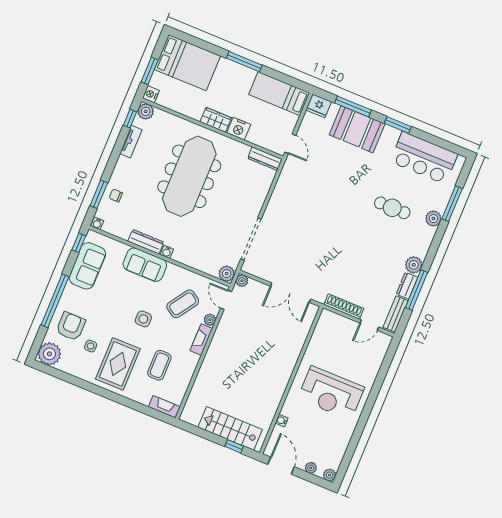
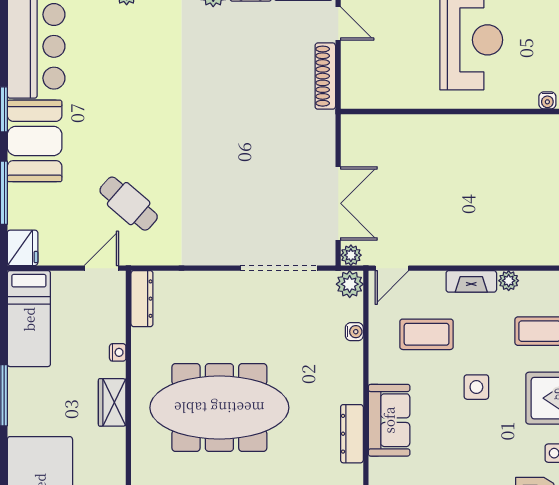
nightstand: (239, 129) -> (118, 352), width x0.53, depth x0.56
booth: (357, 129) -> (35, 141), moved
cafe table: (392, 208) -> (129, 204), moved, turned -49
water cooler: (167, 252) -> (354, 332), moved
double door: (291, 293) -> (338, 203), moved
coffee table: (183, 304) -> (427, 334), turned -34
plant: (210, 320) -> (509, 281), moved

